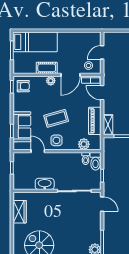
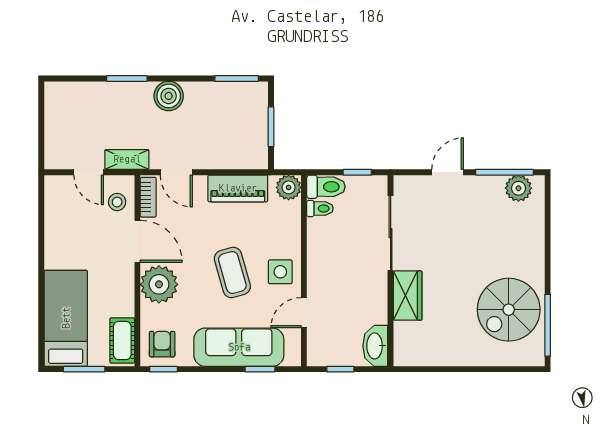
cot: (47, 68) -> (122, 340), moved
plant: (51, 81) -> (159, 284), width x1.87, depth x1.87
door: (102, 93) -> (176, 172), hinge flipped
shelving: (108, 125) -> (127, 159), moved
sofa: (22, 127) -> (239, 347), width x1.36
plant: (84, 144) -> (289, 187), moved
washbasin: (45, 184) -> (375, 346), moved
door: (102, 204) -> (448, 172), moved
wardrobe: (20, 212) -> (408, 296), moved, turned 90

